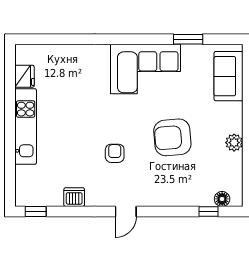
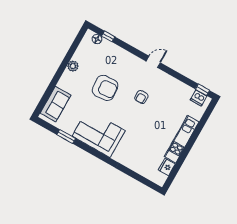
dishwasher: (74, 197) -> (199, 98), moved

